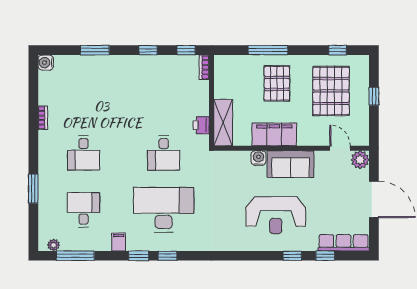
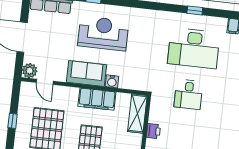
printer: (201, 125) -> (153, 131), moved
desk: (164, 153) -> (188, 94), turned 180
window: (139, 256) -> (218, 13), removed

